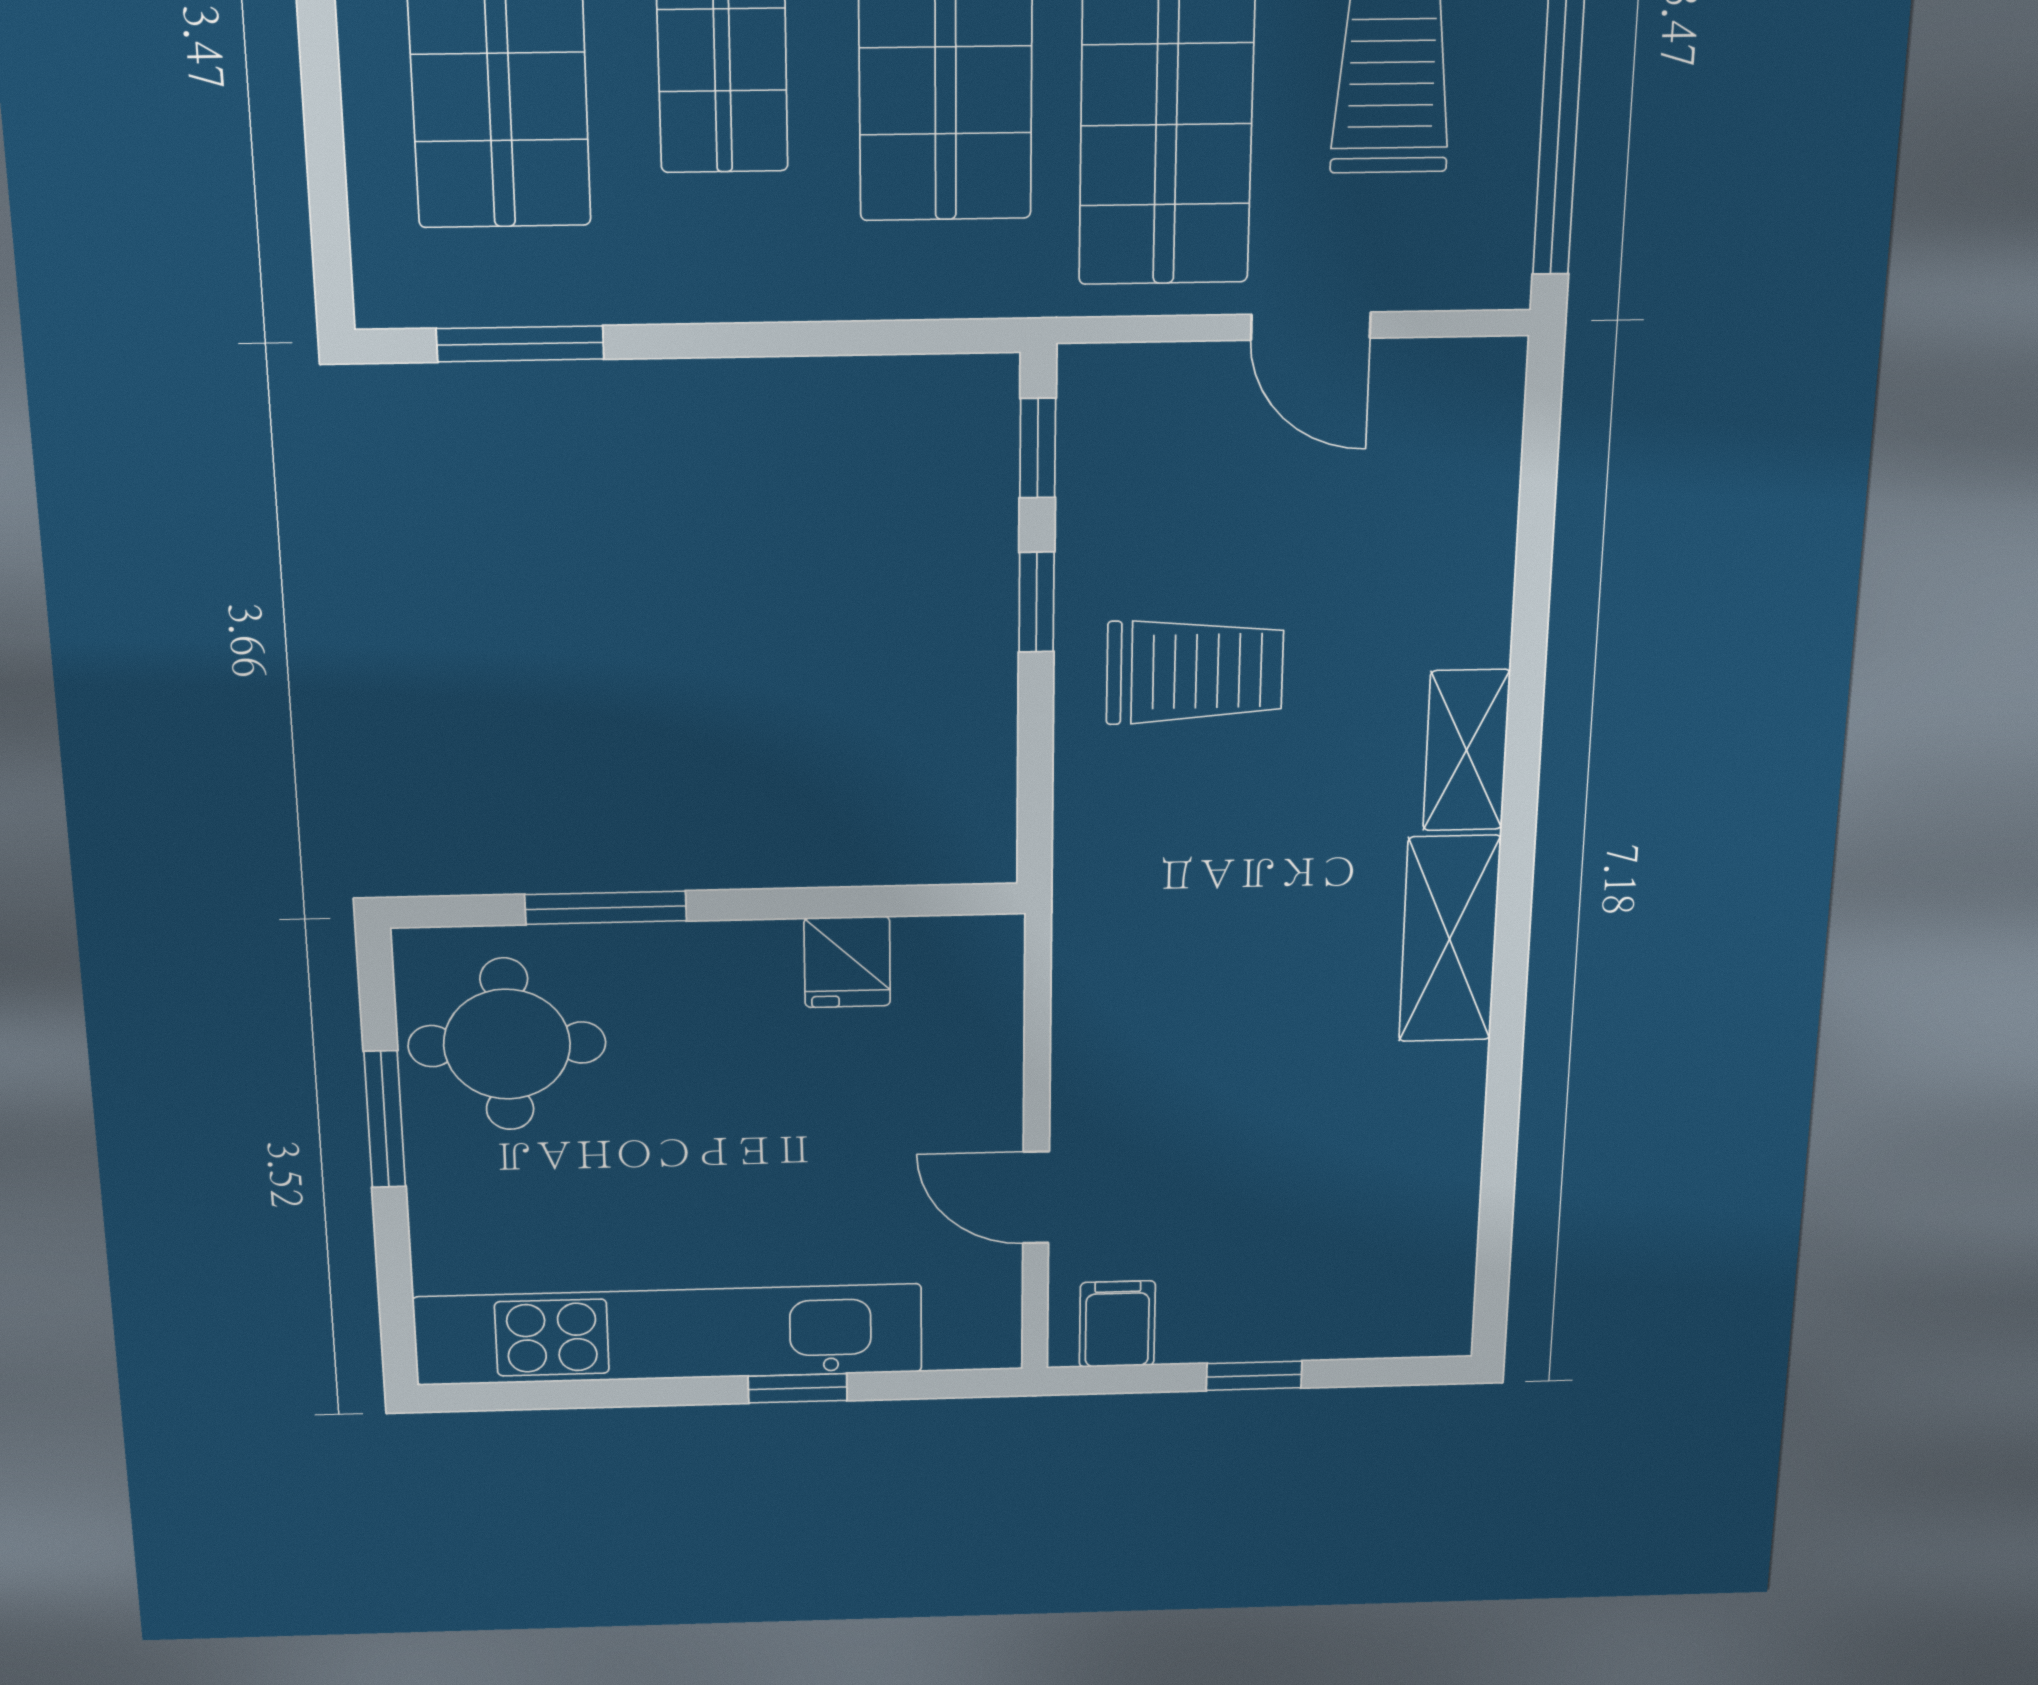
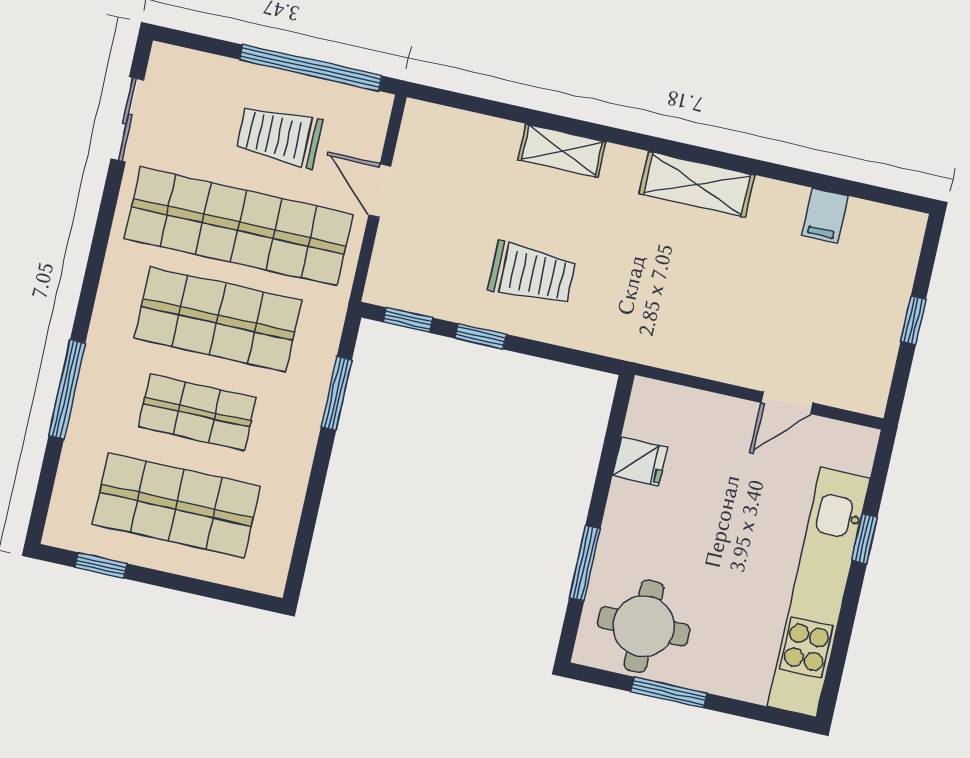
door: (1311, 326) -> (380, 191), swing flipped
window: (520, 344) -> (336, 393), moved
trolley: (1195, 671) -> (532, 274), turned 90
shelving: (1466, 750) -> (562, 151), moved
filing cabinet: (1117, 1324) -> (825, 216), moved, turned -90

